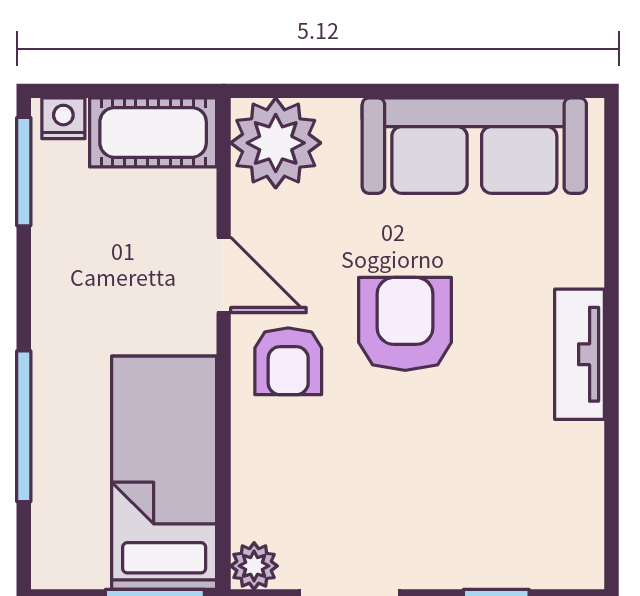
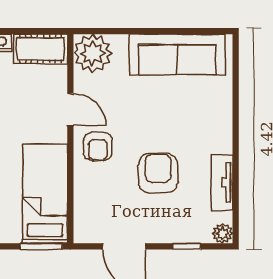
armchair: (405, 324) -> (158, 173), moved
tv unit: (580, 354) -> (222, 183), moved
plant: (254, 566) -> (223, 233), moved

